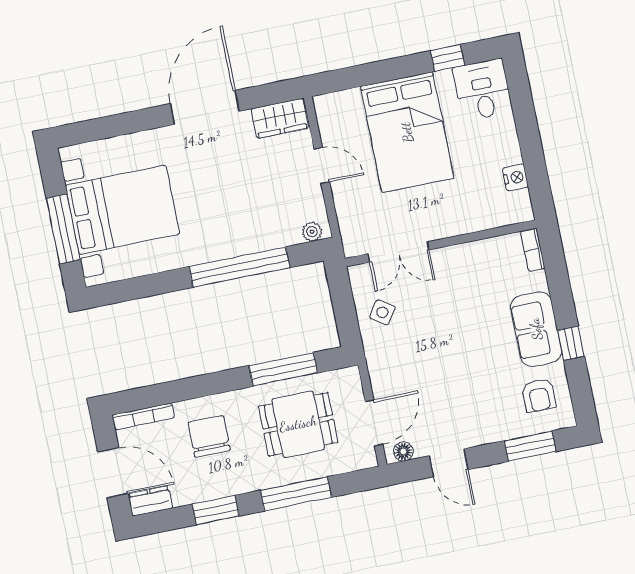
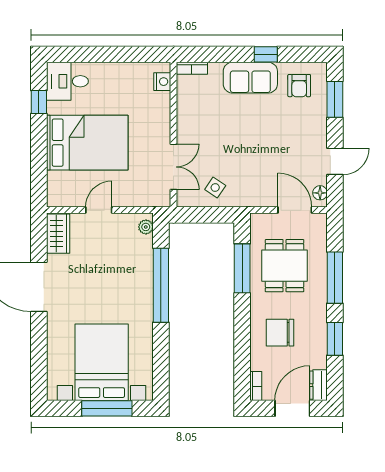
nightstand: (515, 178) -> (162, 82), moved, turned 90
armchair: (539, 395) -> (299, 86), turned 90
bookcase: (143, 416) -> (256, 386), width x0.64

